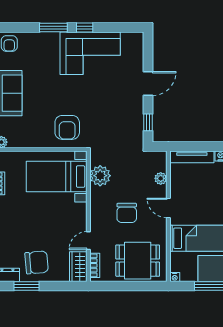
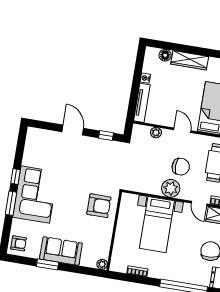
corner sofa: (90, 53) -> (35, 195), moved
plant: (100, 176) -> (171, 188), moved
bed with nightstands: (57, 177) -> (157, 225), moved
door: (168, 208) -> (182, 130), swing flipped

